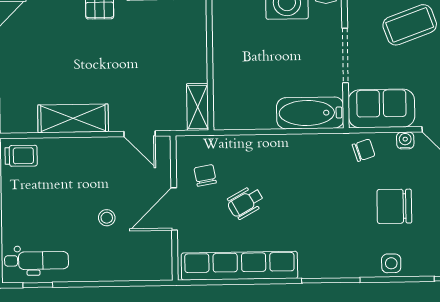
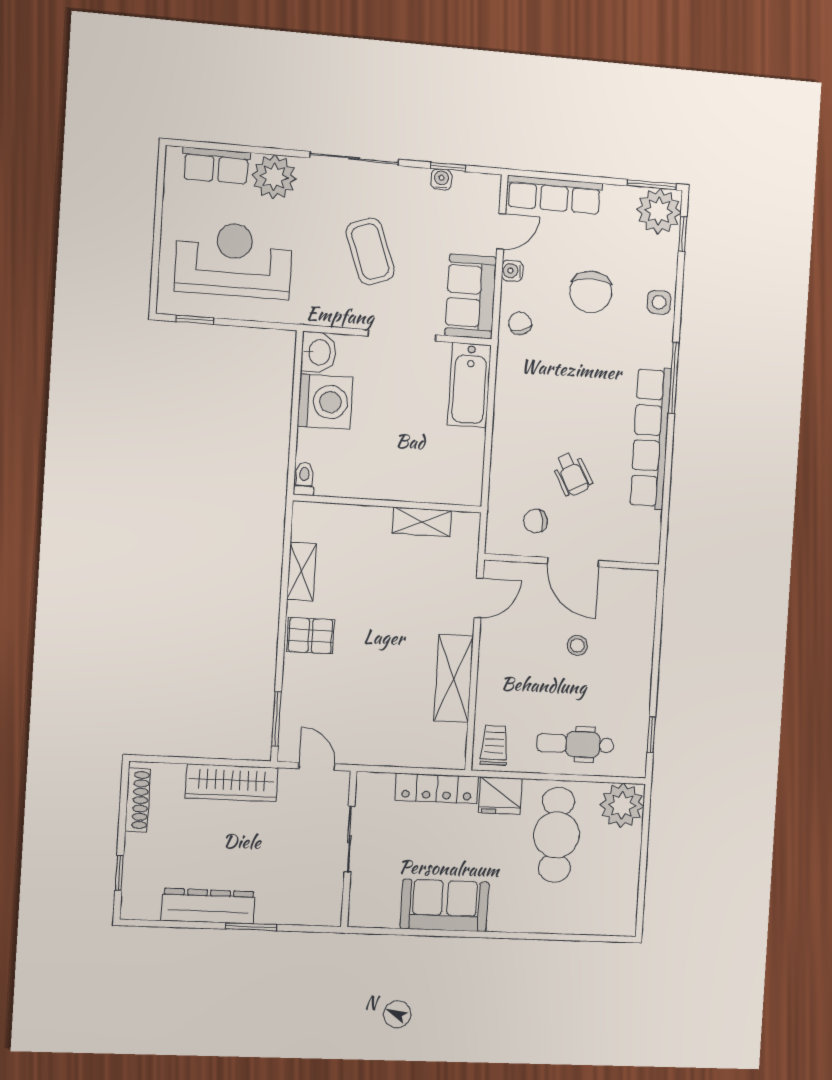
shelving: (198, 107) -> (422, 522), moved
dental chair: (37, 261) -> (575, 744), moved, turned -90
row of seats: (239, 266) -> (651, 438), moved

